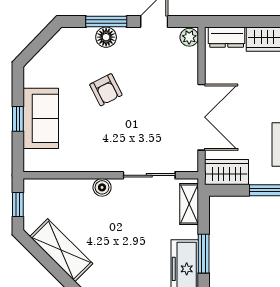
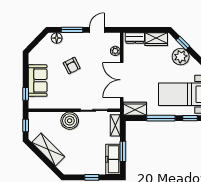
floor lamp: (106, 37) -> (57, 38), moved
plant: (189, 37) -> (115, 51), moved
double door: (202, 117) -> (122, 80), swing flipped
window: (18, 119) -> (26, 94), moved
boiler: (102, 187) -> (70, 121), width x1.86, depth x1.86

